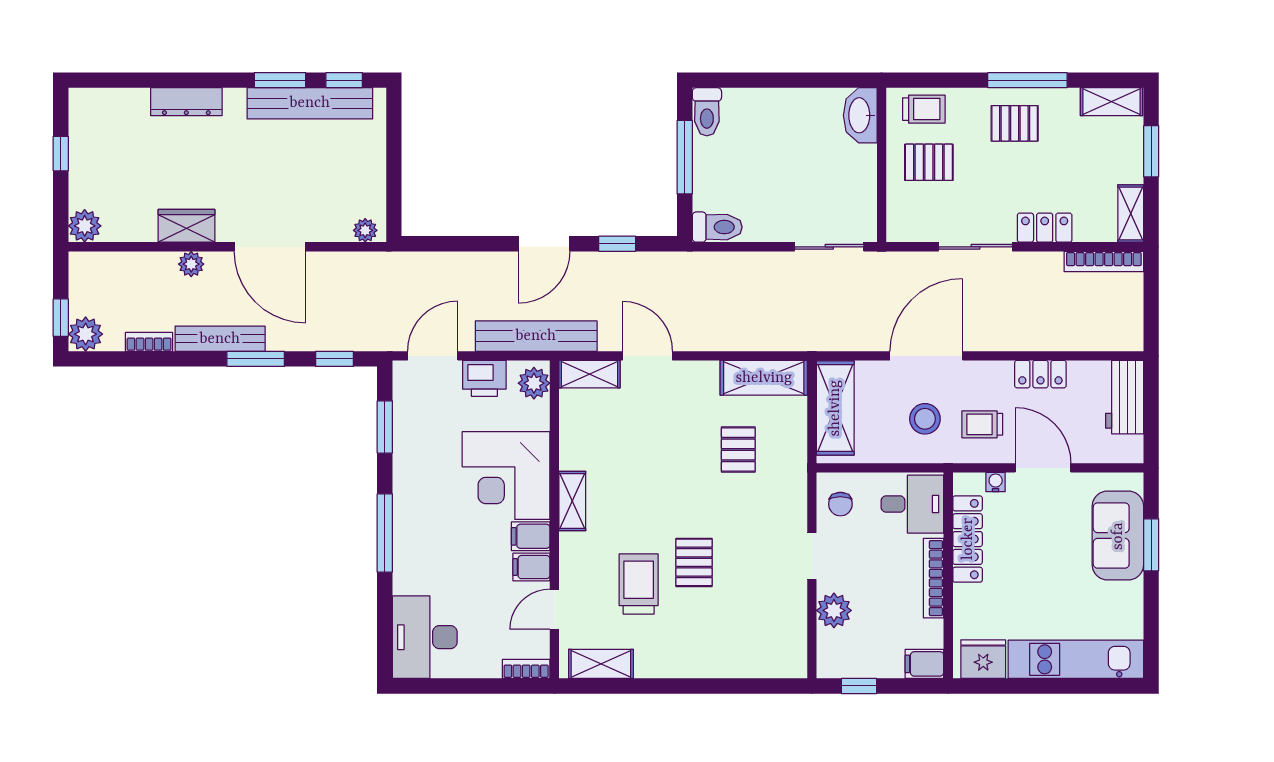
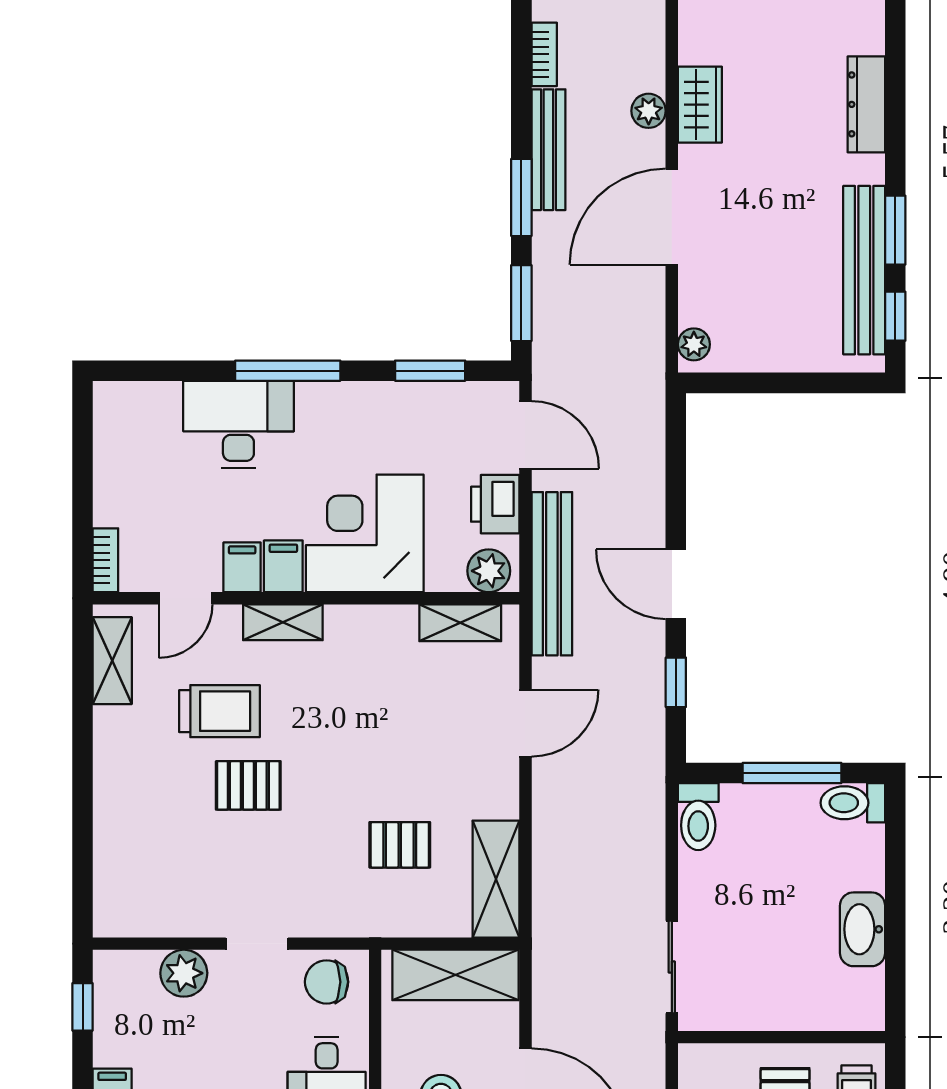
washbasin: (860, 115) -> (863, 929), moved, turned -90
window: (334, 359) -> (521, 303), width x1.50
shelving: (590, 374) -> (460, 623), moved, turned 90
shelving: (572, 501) -> (283, 622), moved
chair: (840, 504) -> (327, 982), width x1.37, depth x1.37
door: (554, 609) -> (186, 598), swing flipped
desk: (425, 637) -> (238, 424), moved

